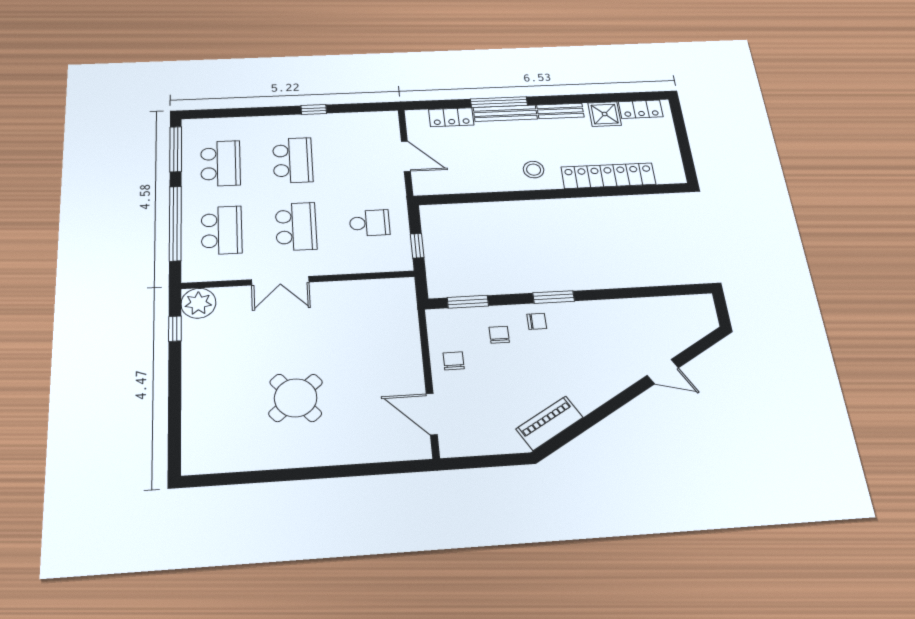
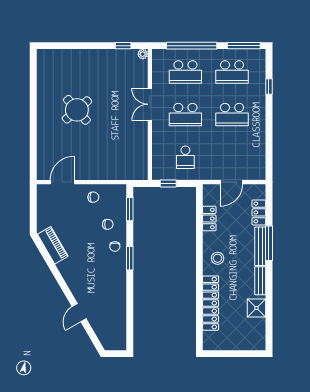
locker: (641, 109) -> (209, 219), moved, turned 180
window: (314, 110) -> (269, 87), moved
plant: (198, 303) -> (143, 54), width x0.53, depth x0.53

